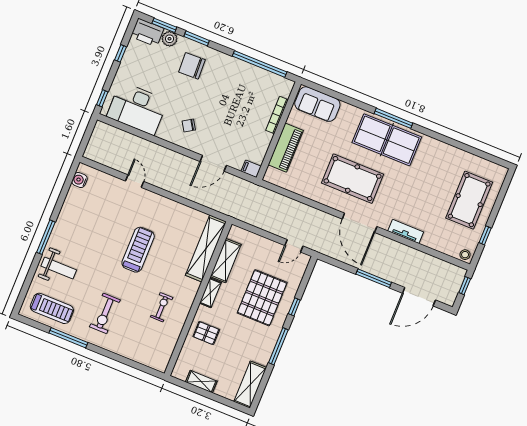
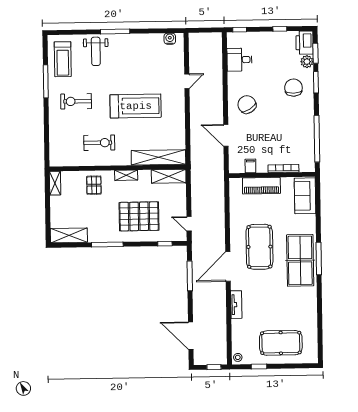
desk: (137, 108) -> (239, 60), width x0.53, depth x0.77
chair: (189, 125) -> (247, 104), width x1.87, depth x1.87
filing cabinet: (251, 169) -> (250, 166), moved
treadmill: (138, 250) -> (136, 106), width x1.37, depth x1.38
shelving: (226, 261) -> (169, 176), moved
window: (374, 278) -> (190, 276), moved
exercise bike: (162, 307) -> (99, 143), width x1.38, depth x1.39
window: (294, 307) -> (165, 244), moved
shelving: (201, 382) -> (55, 183), moved

